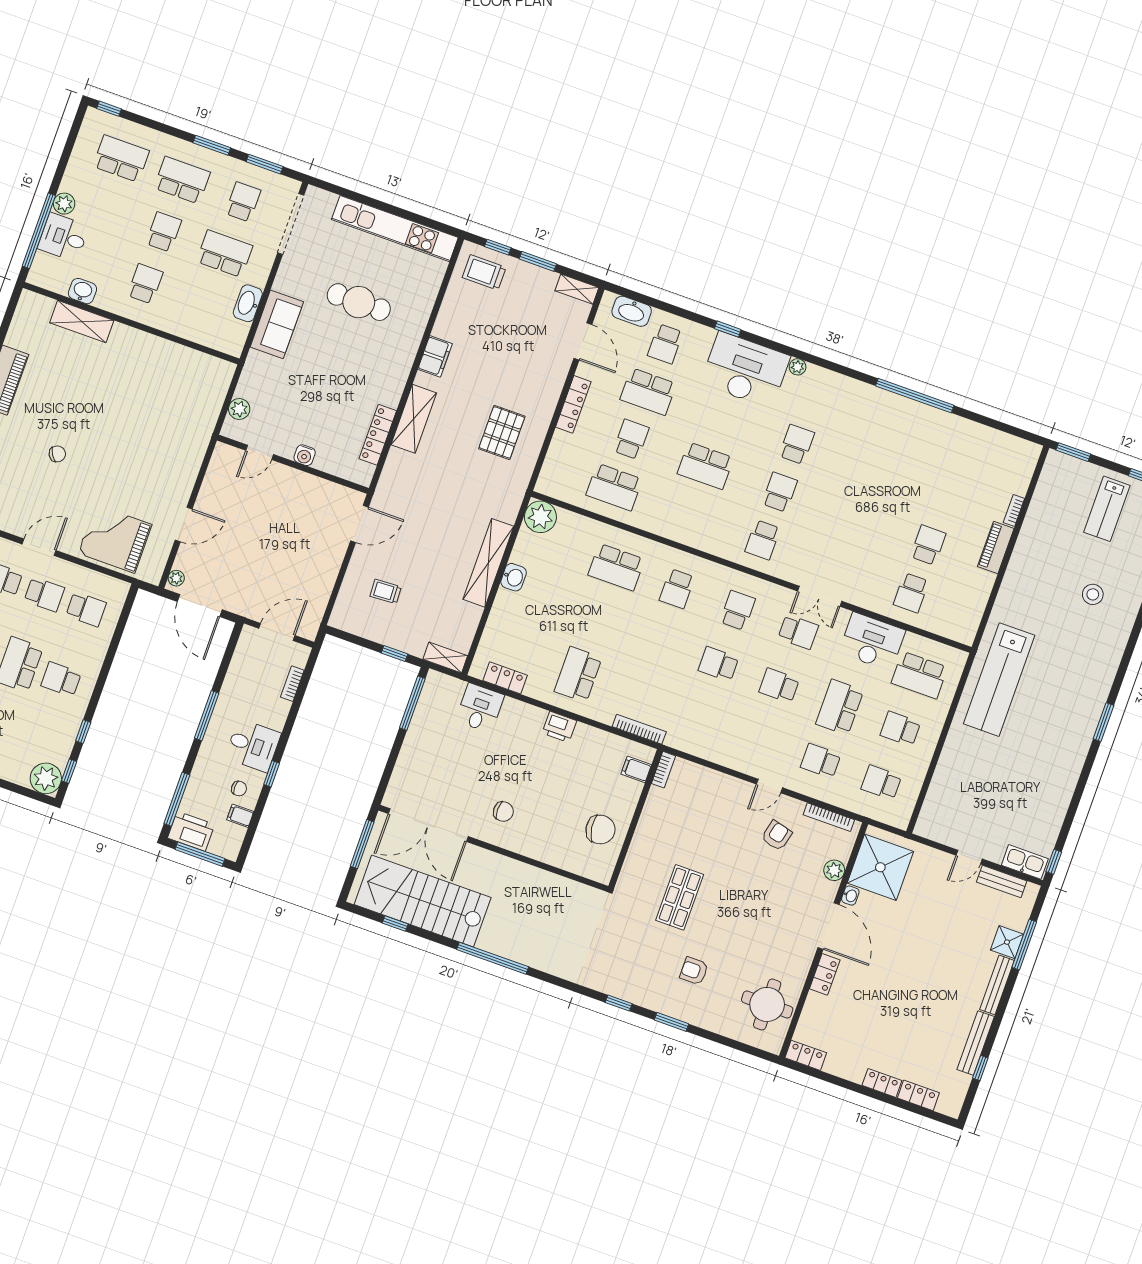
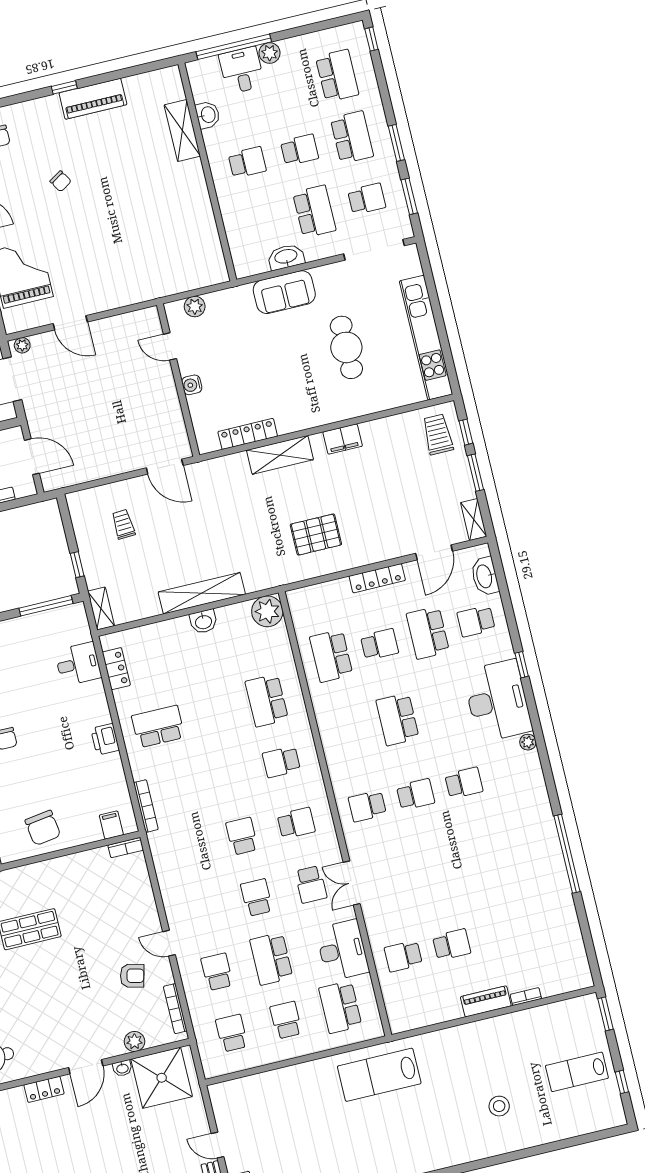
lab bench: (999, 680) -> (379, 1075), width x0.73
school desk: (840, 707) -> (271, 959), turned -90
door: (829, 926) -> (86, 1067), width x0.73

